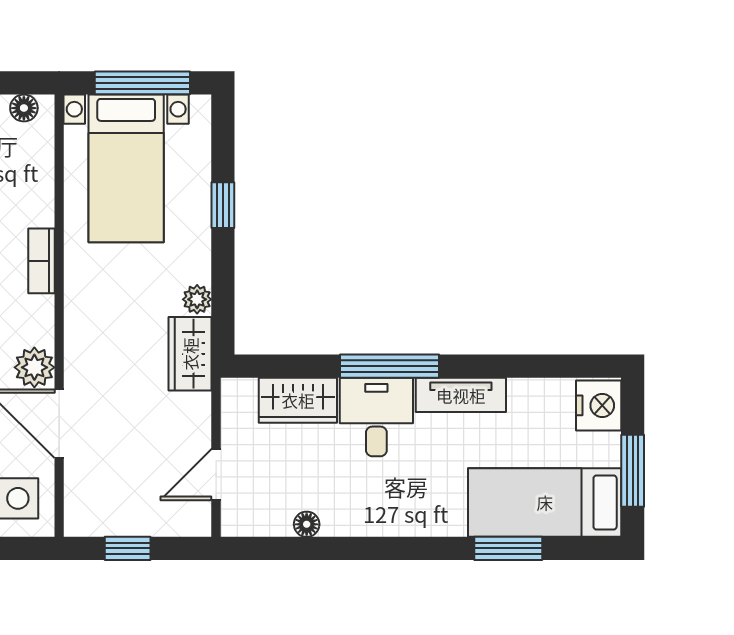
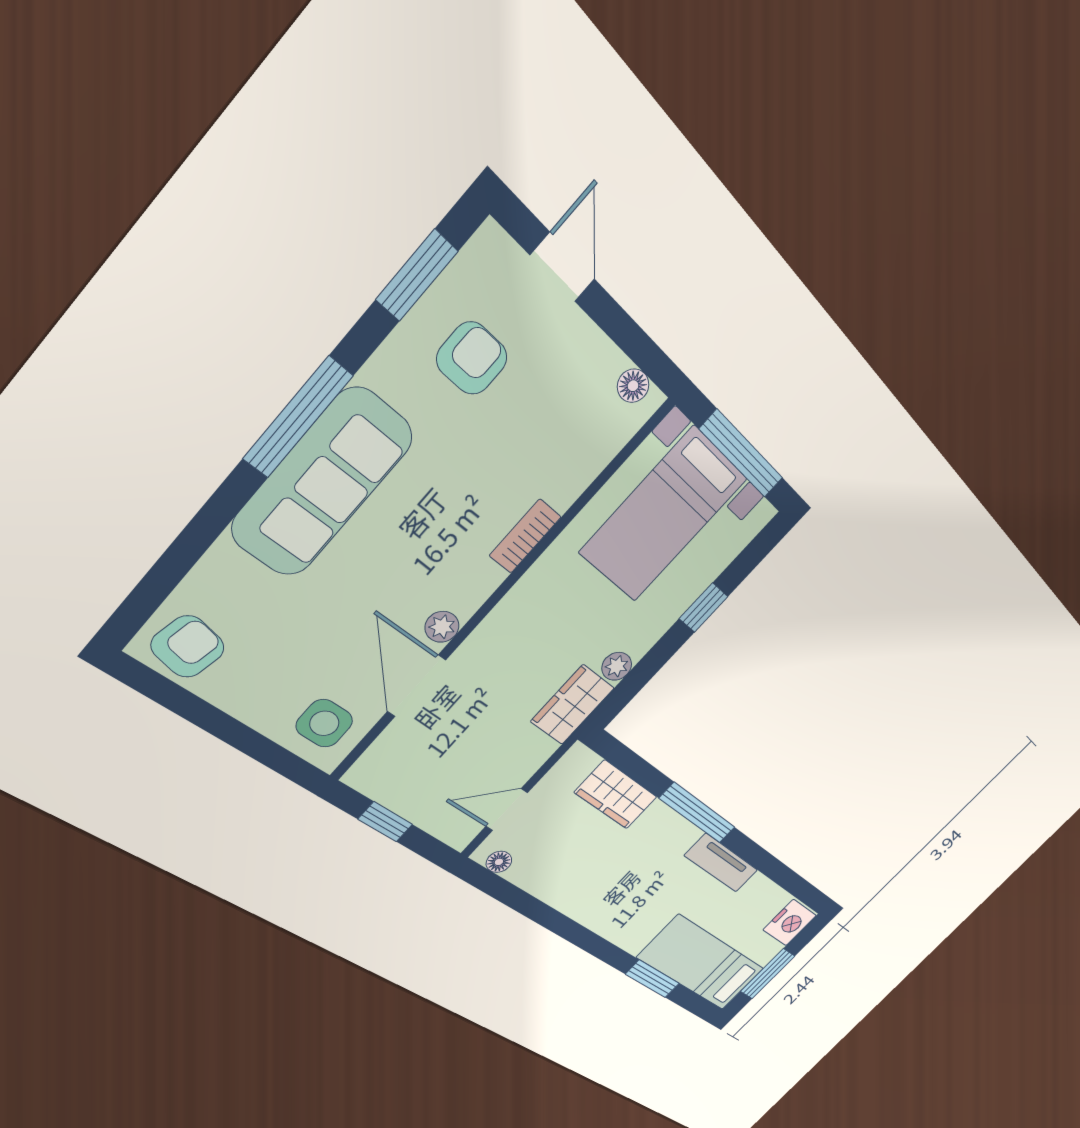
plant: (34, 367) -> (442, 627), width x0.73, depth x0.73
desk: (376, 417) -> (656, 842), removed
floor lamp: (307, 524) -> (499, 862), moved

